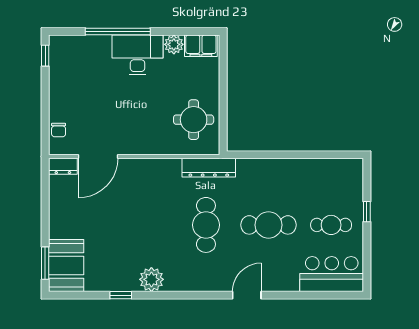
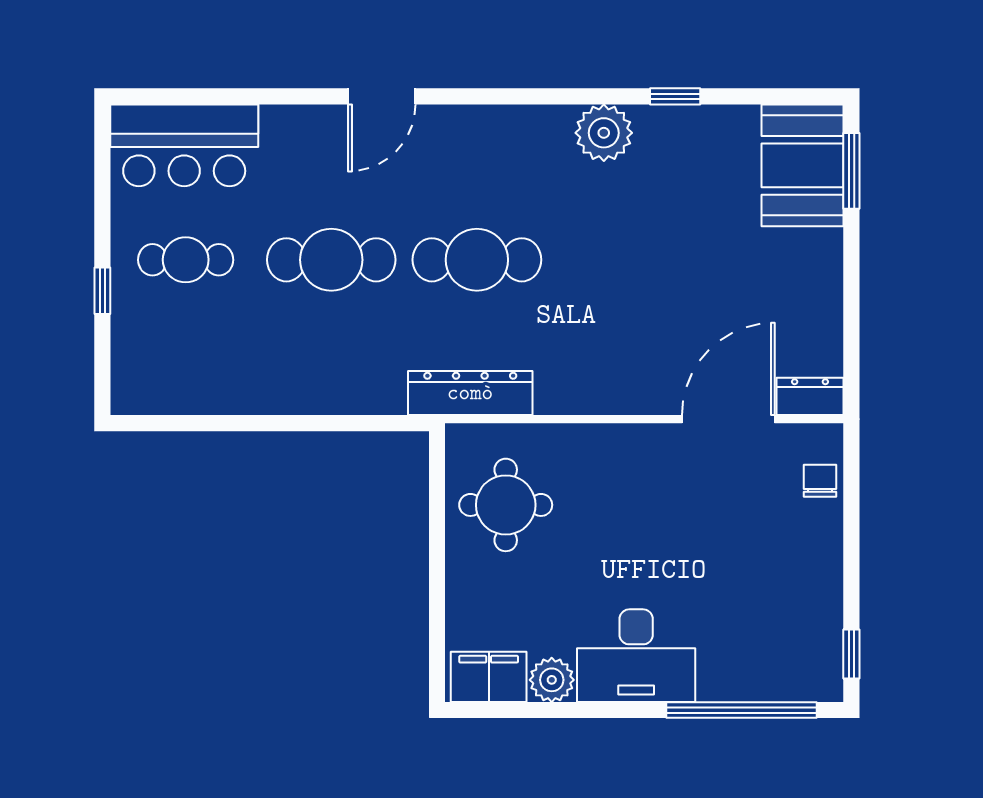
window: (118, 32) -> (742, 710), moved
cafe table: (206, 225) -> (477, 260), turned 90

